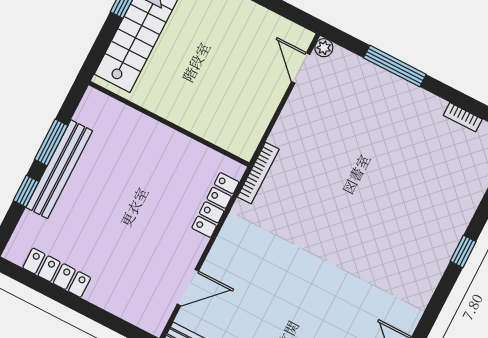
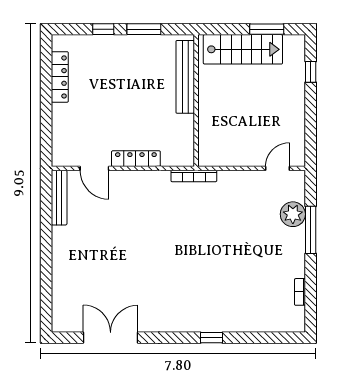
plant: (324, 48) -> (293, 214), moved, width x1.87, depth x1.87
bench: (59, 169) -> (185, 77), moved, turned 90
locker: (215, 205) -> (136, 159), moved

